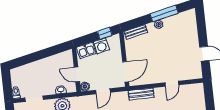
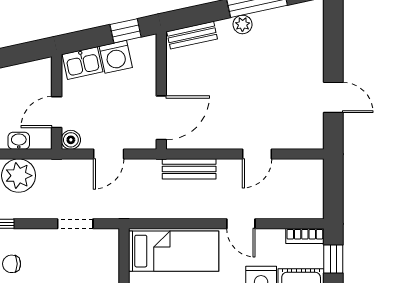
door: (77, 74) -> (57, 112), hinge flipped

